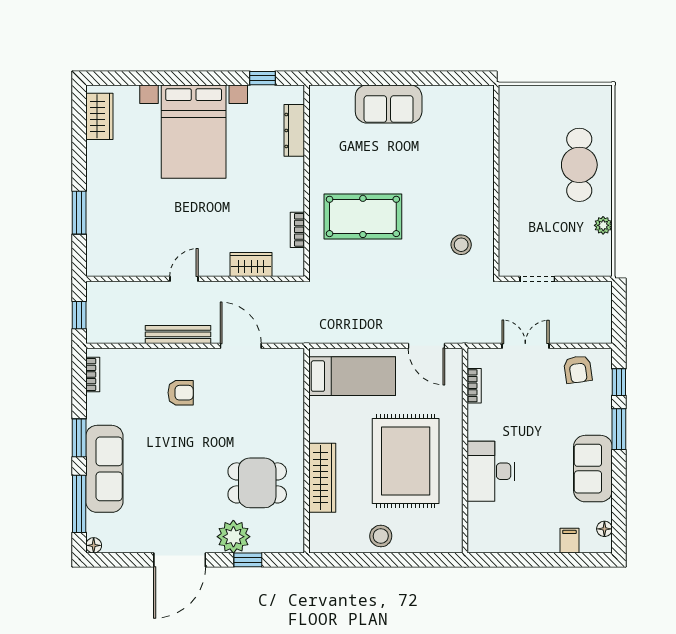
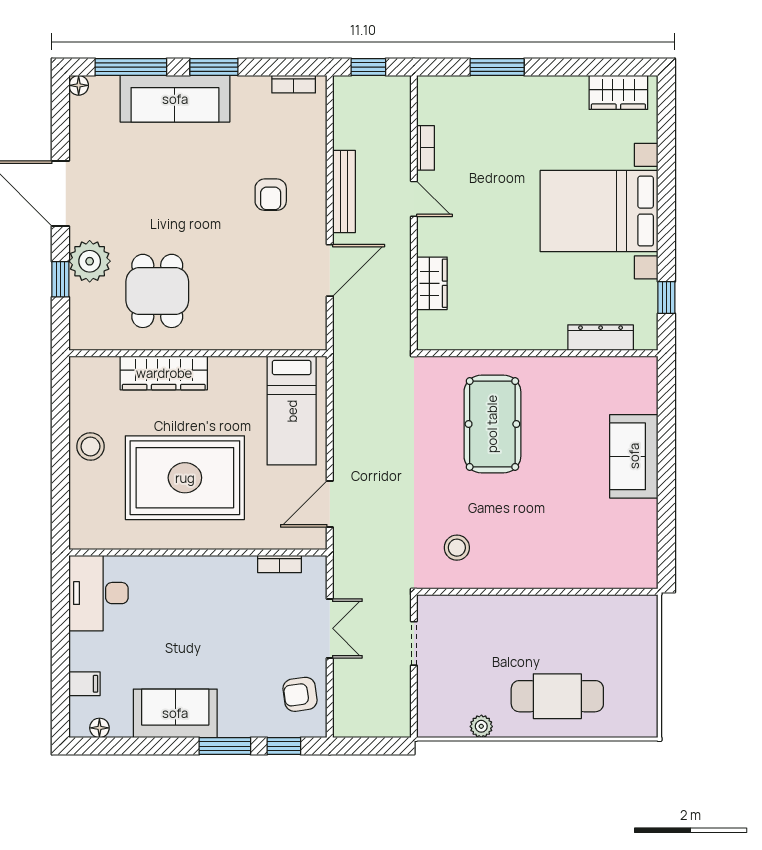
bookcase: (297, 230) -> (426, 148), moved, turned 90
desk: (491, 471) -> (98, 593), moved, turned -90

